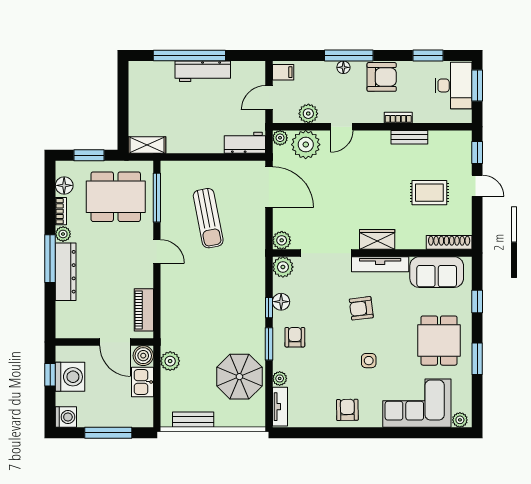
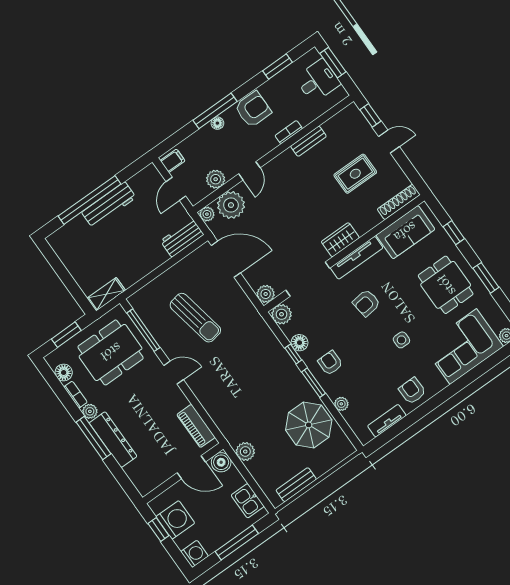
desk: (453, 85) -> (318, 81), width x0.73
kitchen sink: (142, 382) -> (248, 501), moved
tv unit: (280, 407) -> (387, 421), moved, turned -90

